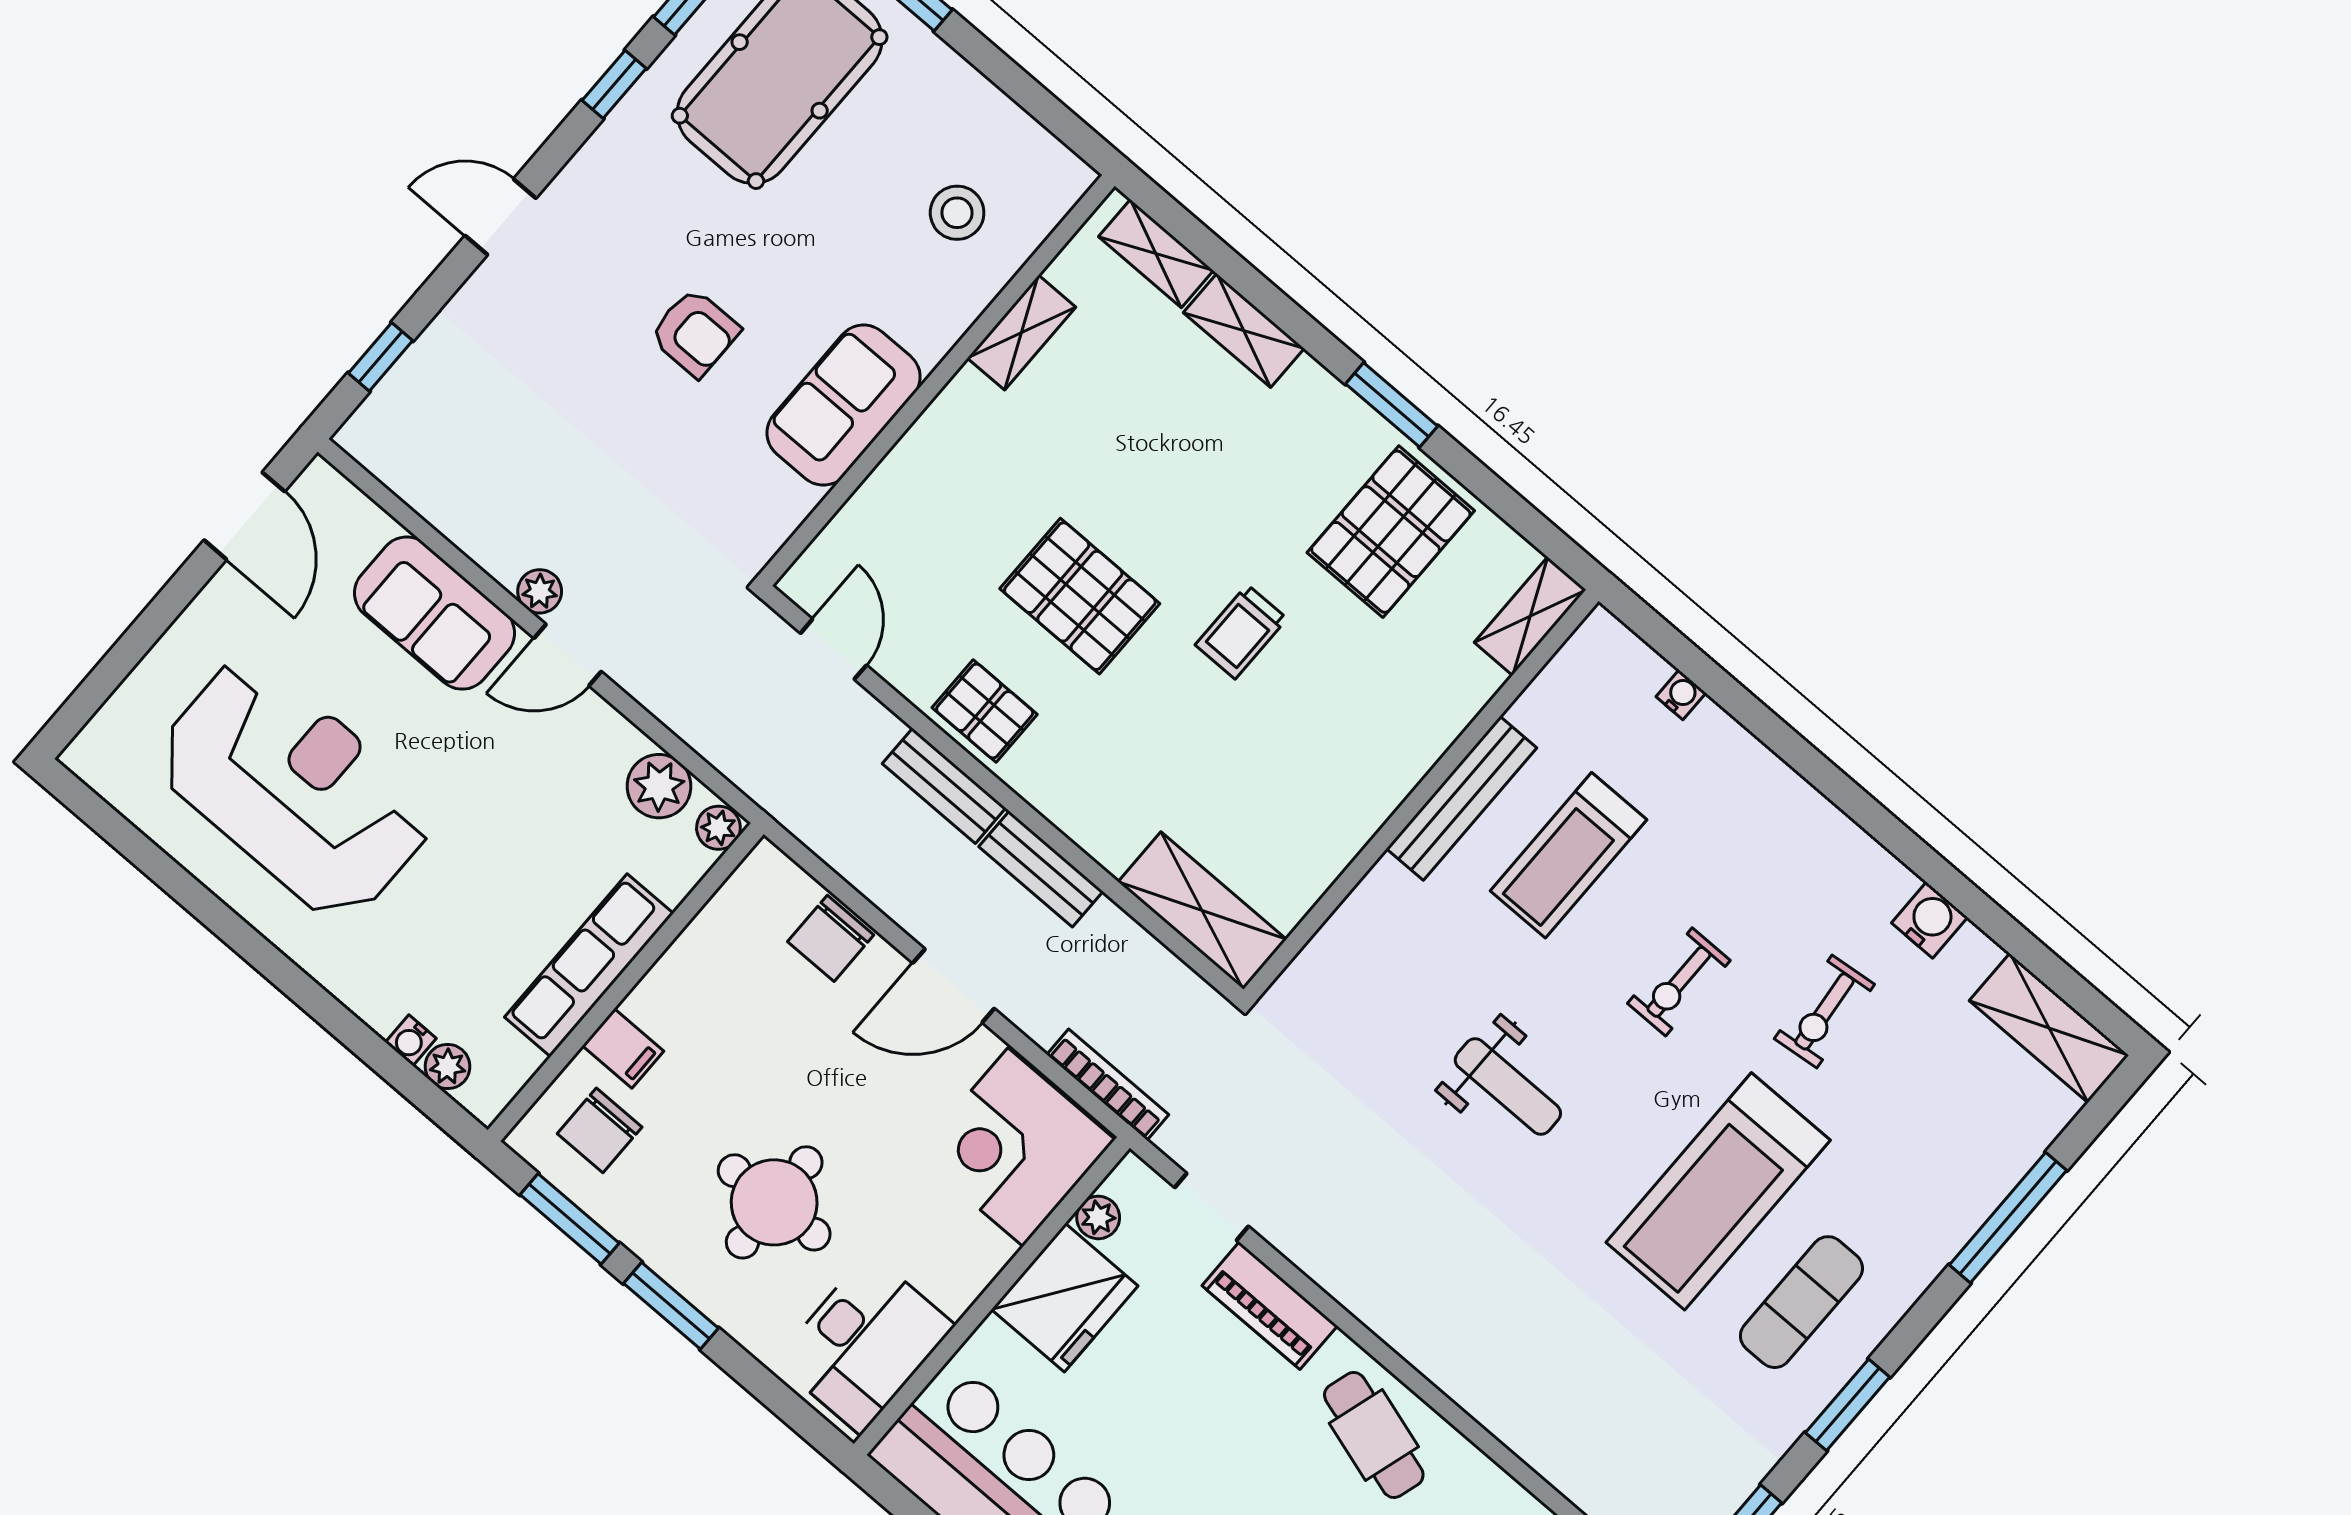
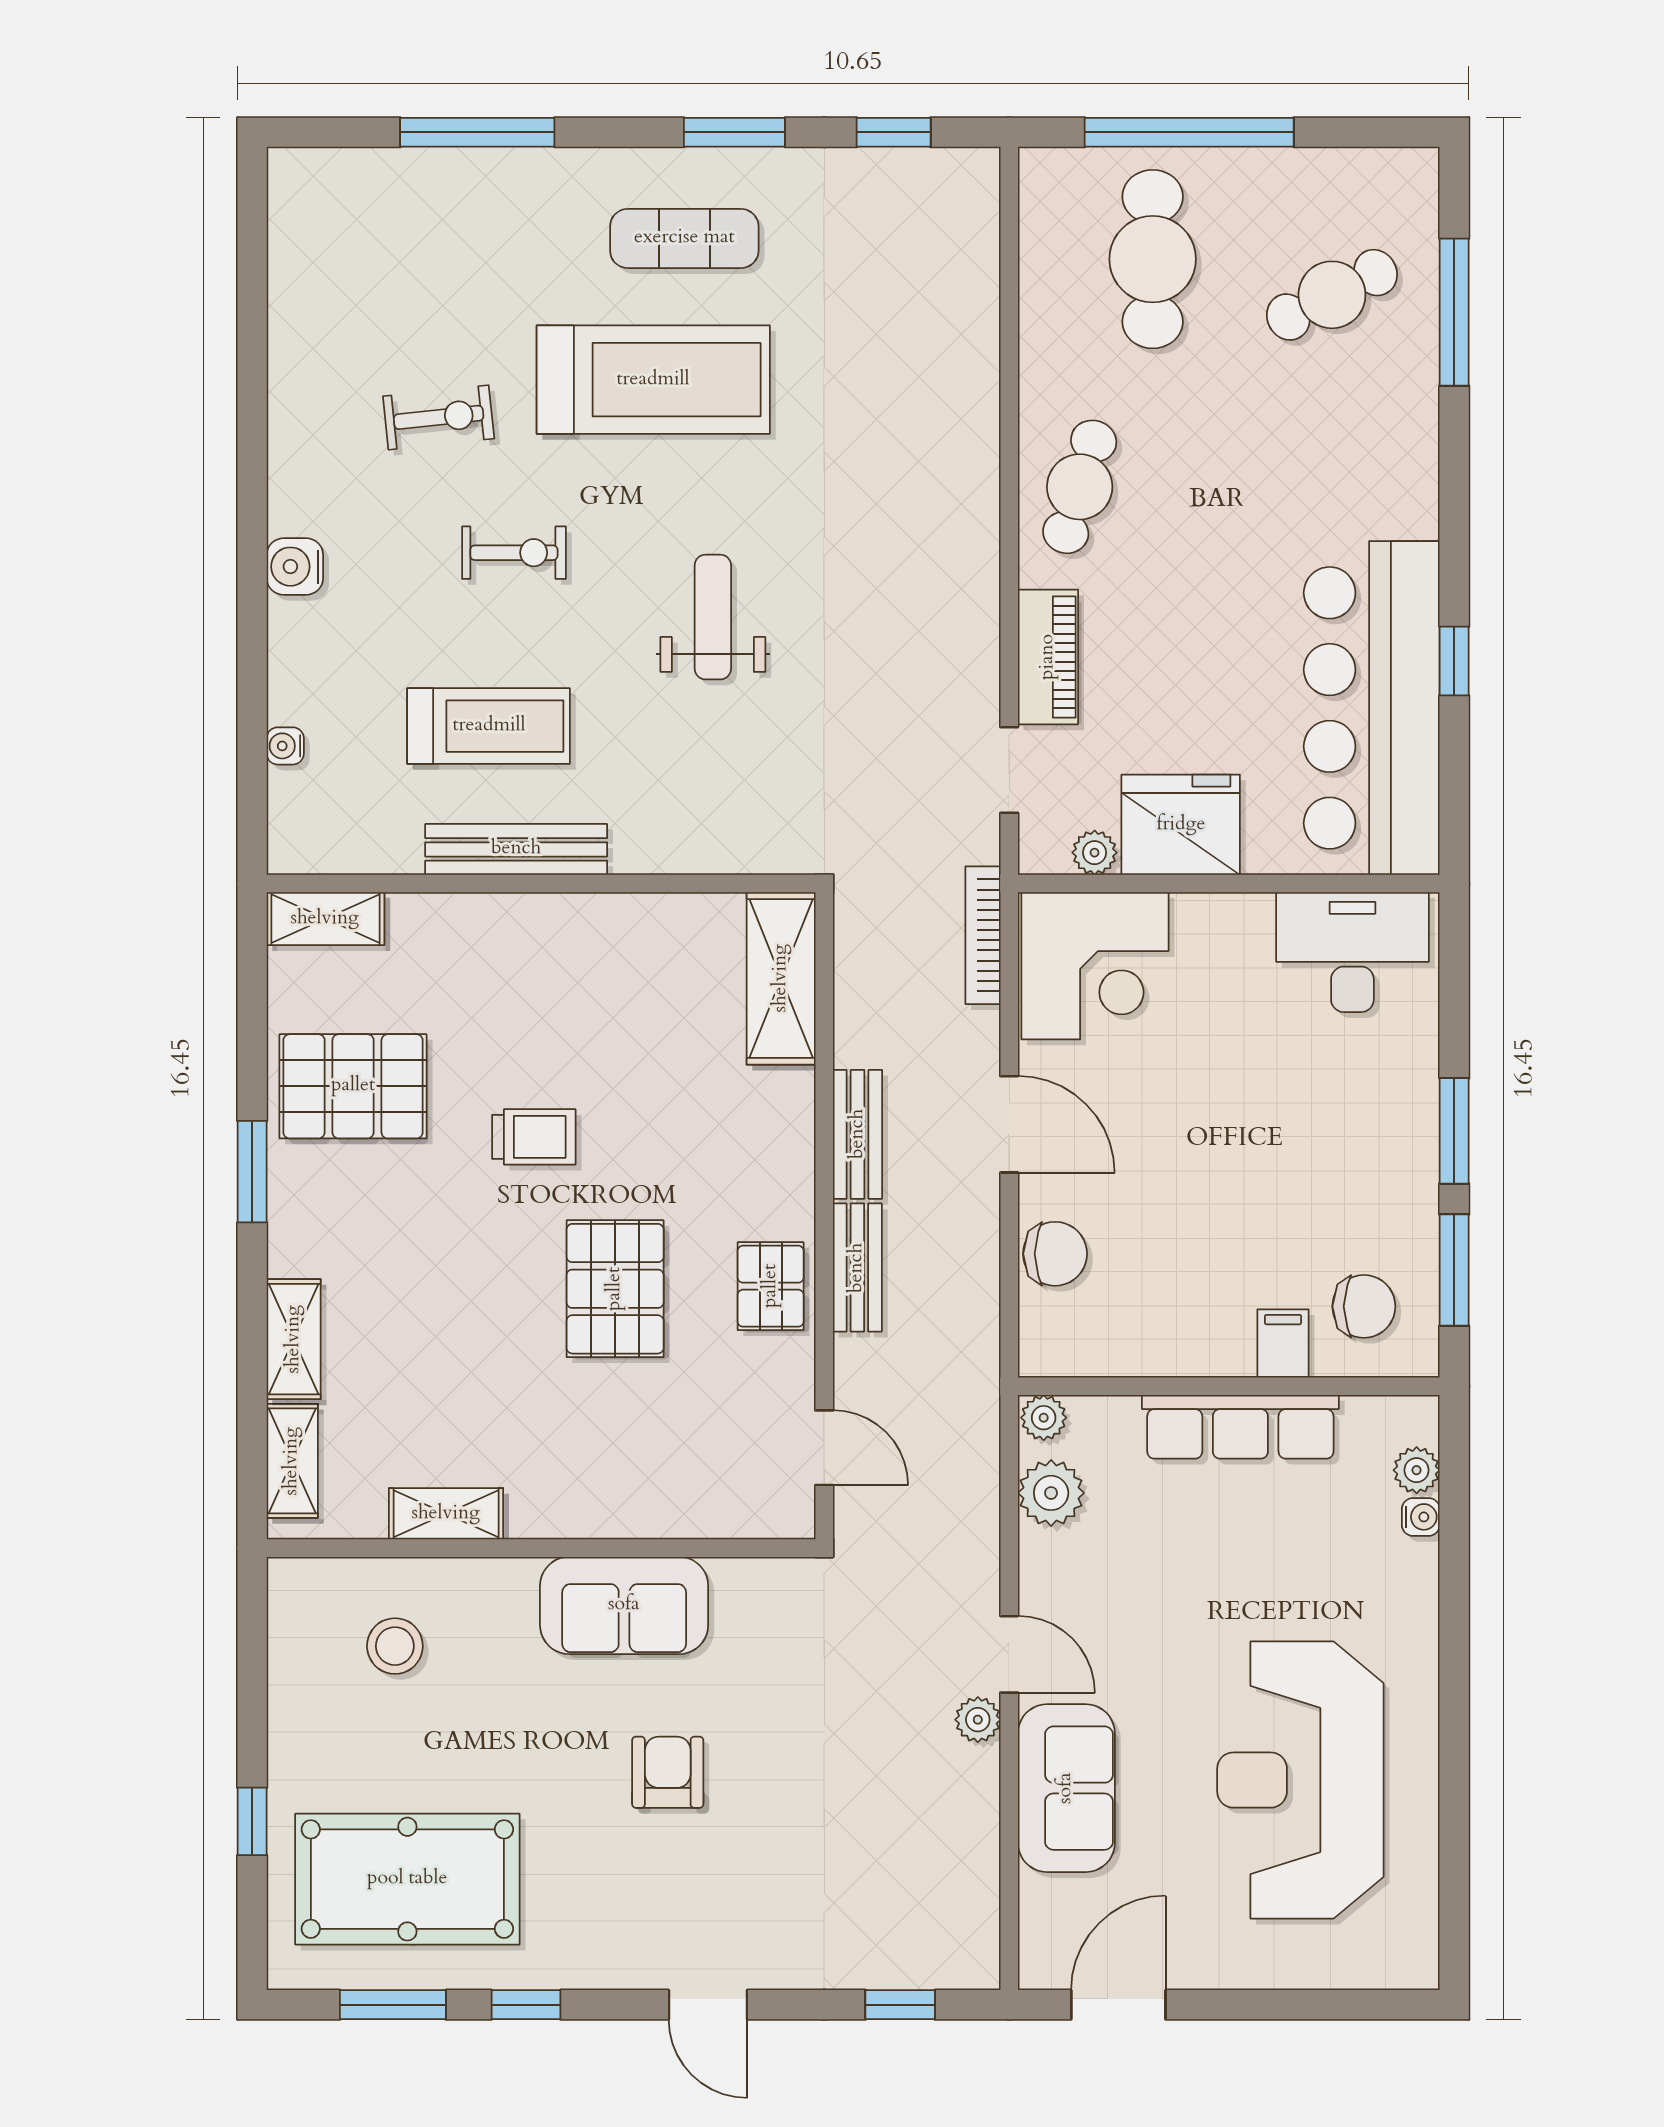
door: (833, 649) -> (824, 1448), swing flipped
water cooler: (1930, 920) -> (295, 567), moved
shelving: (2049, 1028) -> (299, 228), removed
round table: (774, 1202) -> (1302, 1119), removed

